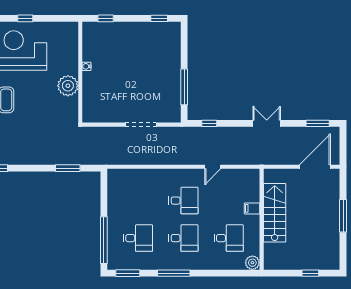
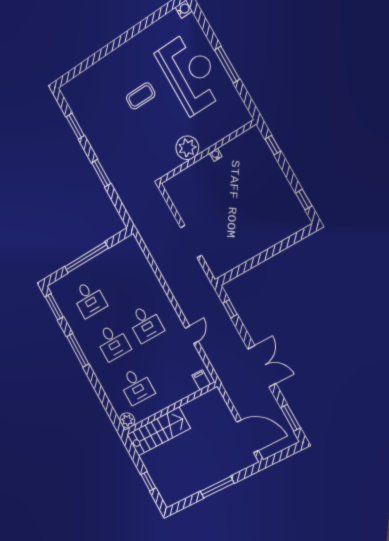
window: (25, 18) -> (227, 65), width x2.17
window: (184, 87) -> (251, 264), removed
double door: (267, 123) -> (262, 366), width x1.37
door: (213, 167) -> (192, 335), swing flipped
window: (68, 168) -> (101, 173), moved
filing cabinet: (252, 208) -> (201, 380), moved
stairs: (275, 213) -> (158, 431), moved
window: (104, 240) -> (86, 257), moved

